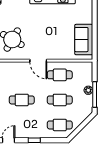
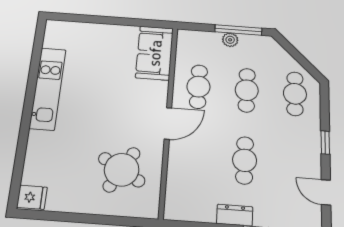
sofa: (84, 40) -> (155, 53), moved, turned 90

